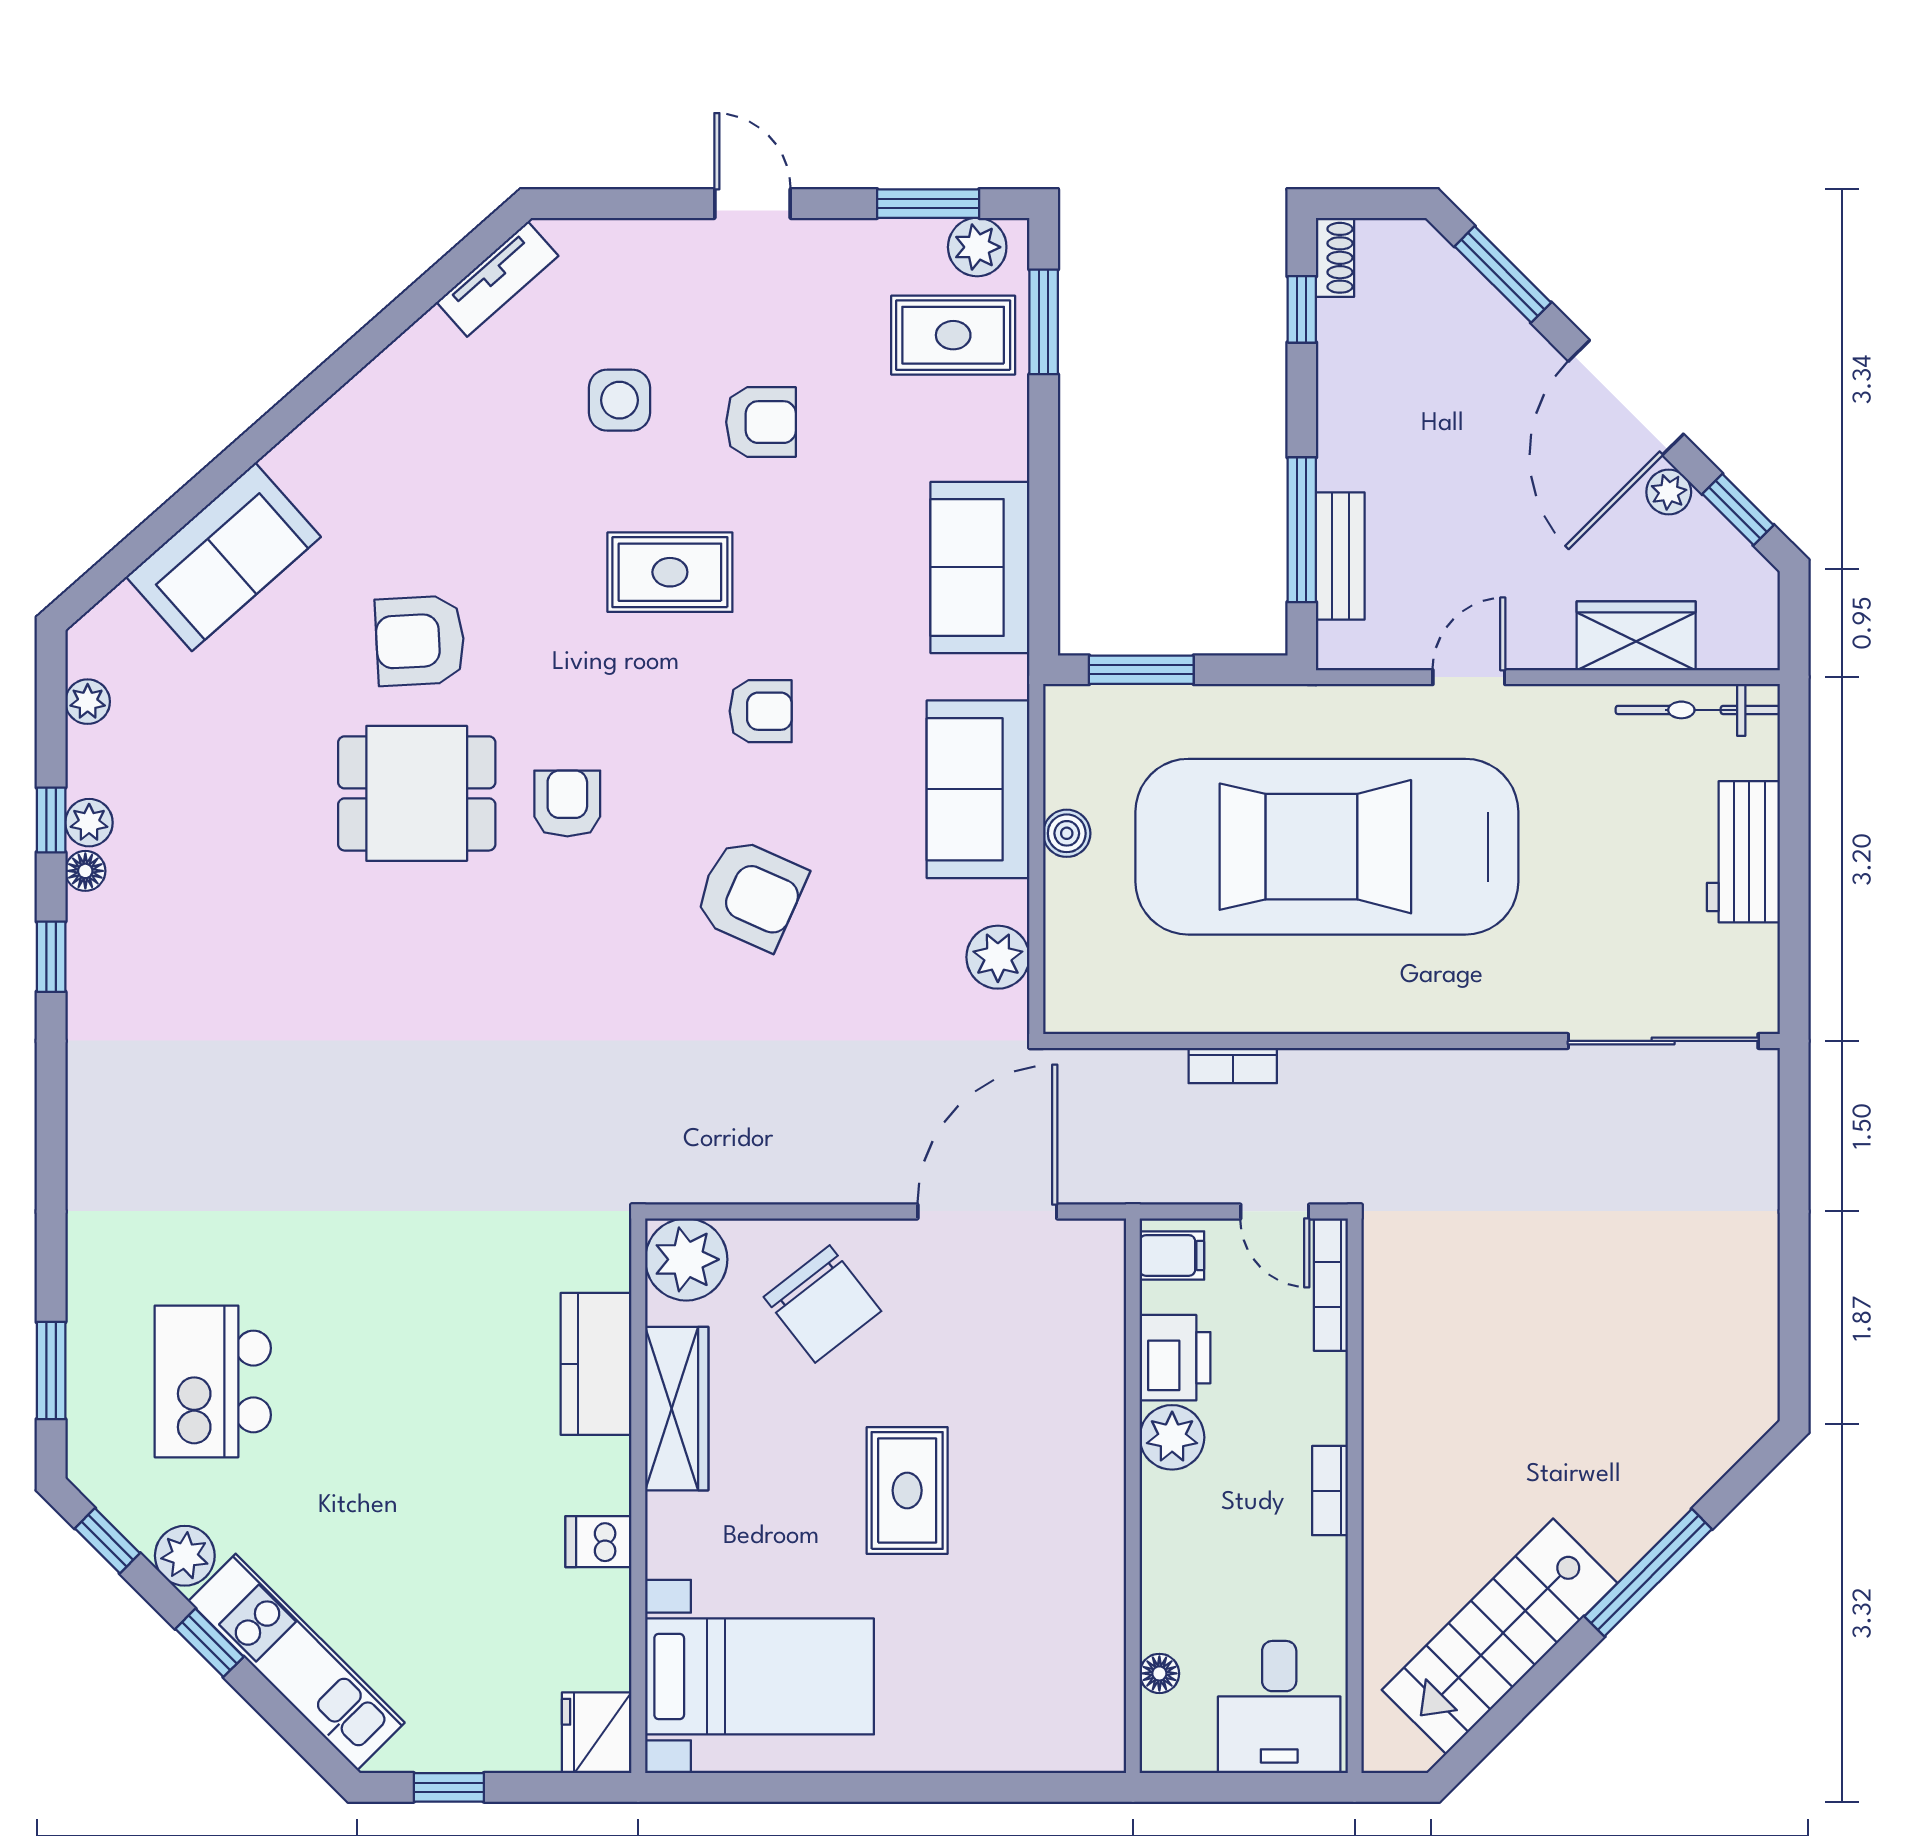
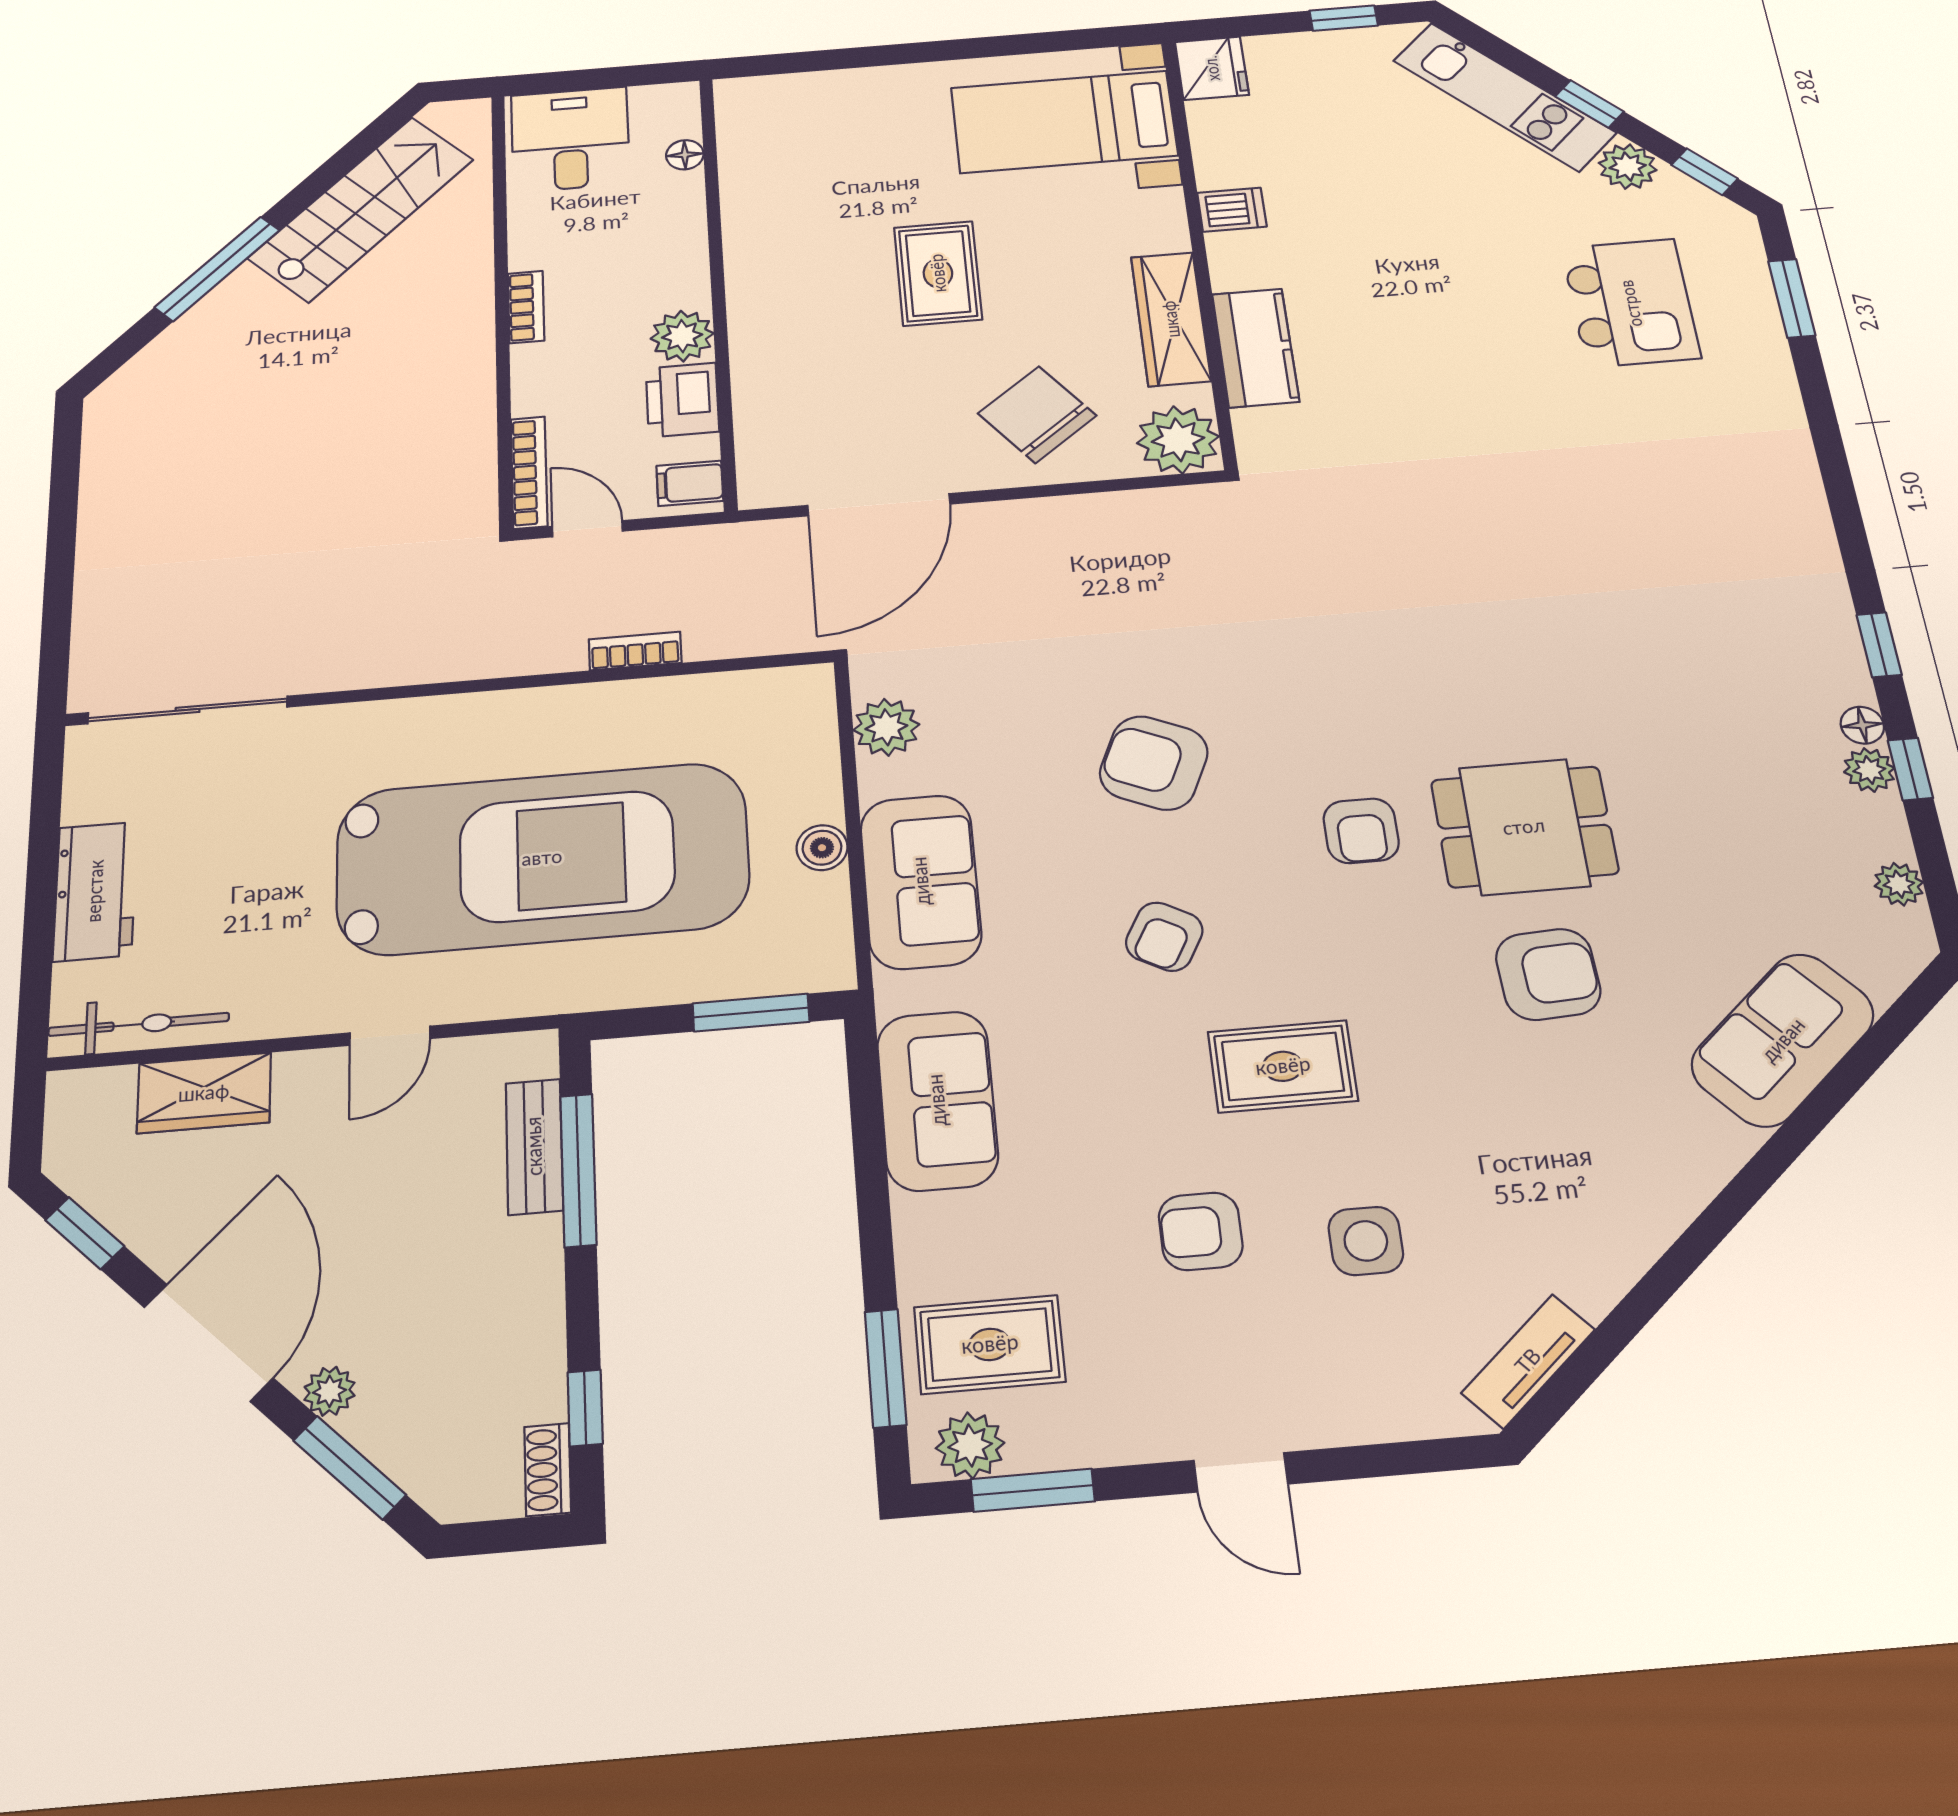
plant: (1669, 492) -> (330, 1391), moved
armchair: (761, 711) -> (1164, 937), turned -61

